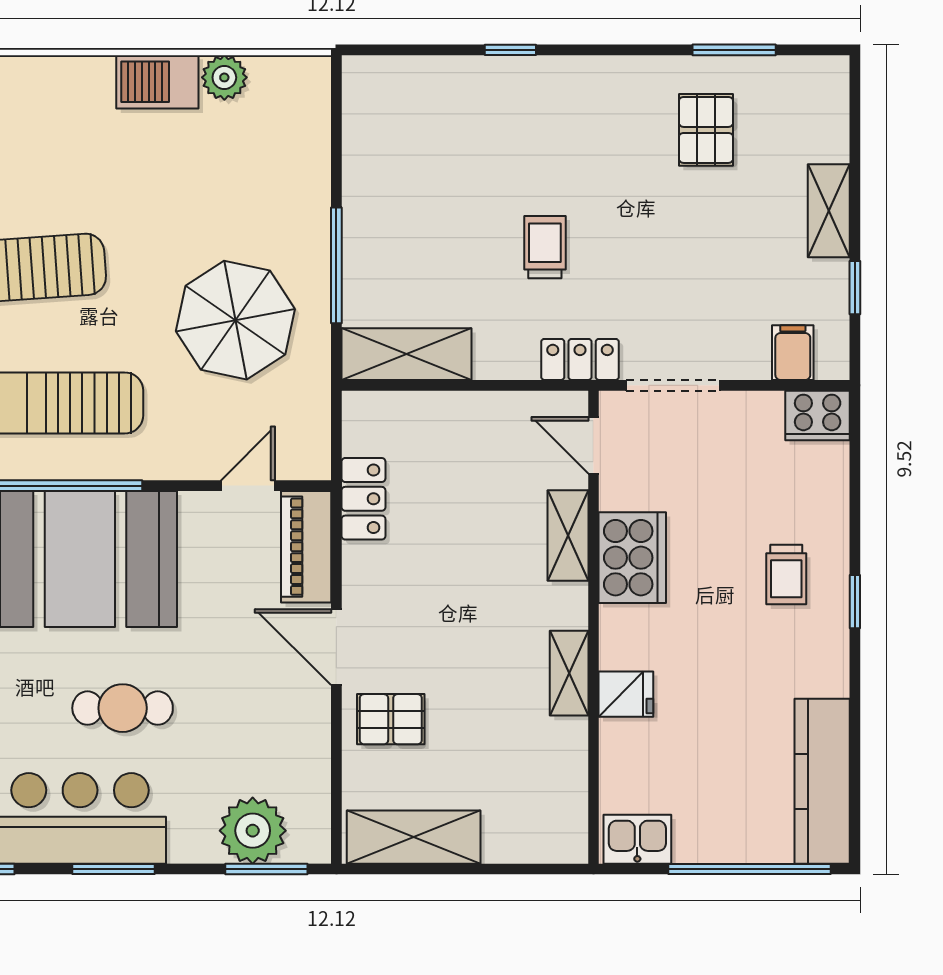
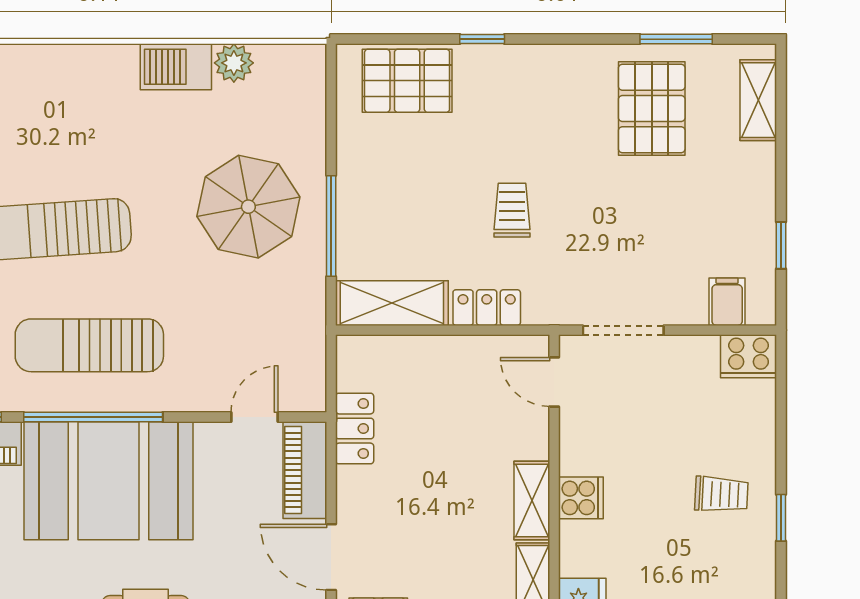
pallet: (424, 98) -> (407, 81), added
pallet: (706, 130) -> (652, 108), width x1.50, depth x1.42
shelving: (829, 211) -> (758, 100), moved
parasol: (235, 320) -> (248, 207), moved
locker: (580, 359) -> (487, 308), moved
shelving: (568, 535) -> (532, 500), moved
cooker: (632, 558) -> (581, 498), width x0.53, depth x0.76
trolley: (786, 575) -> (721, 494), turned -87

